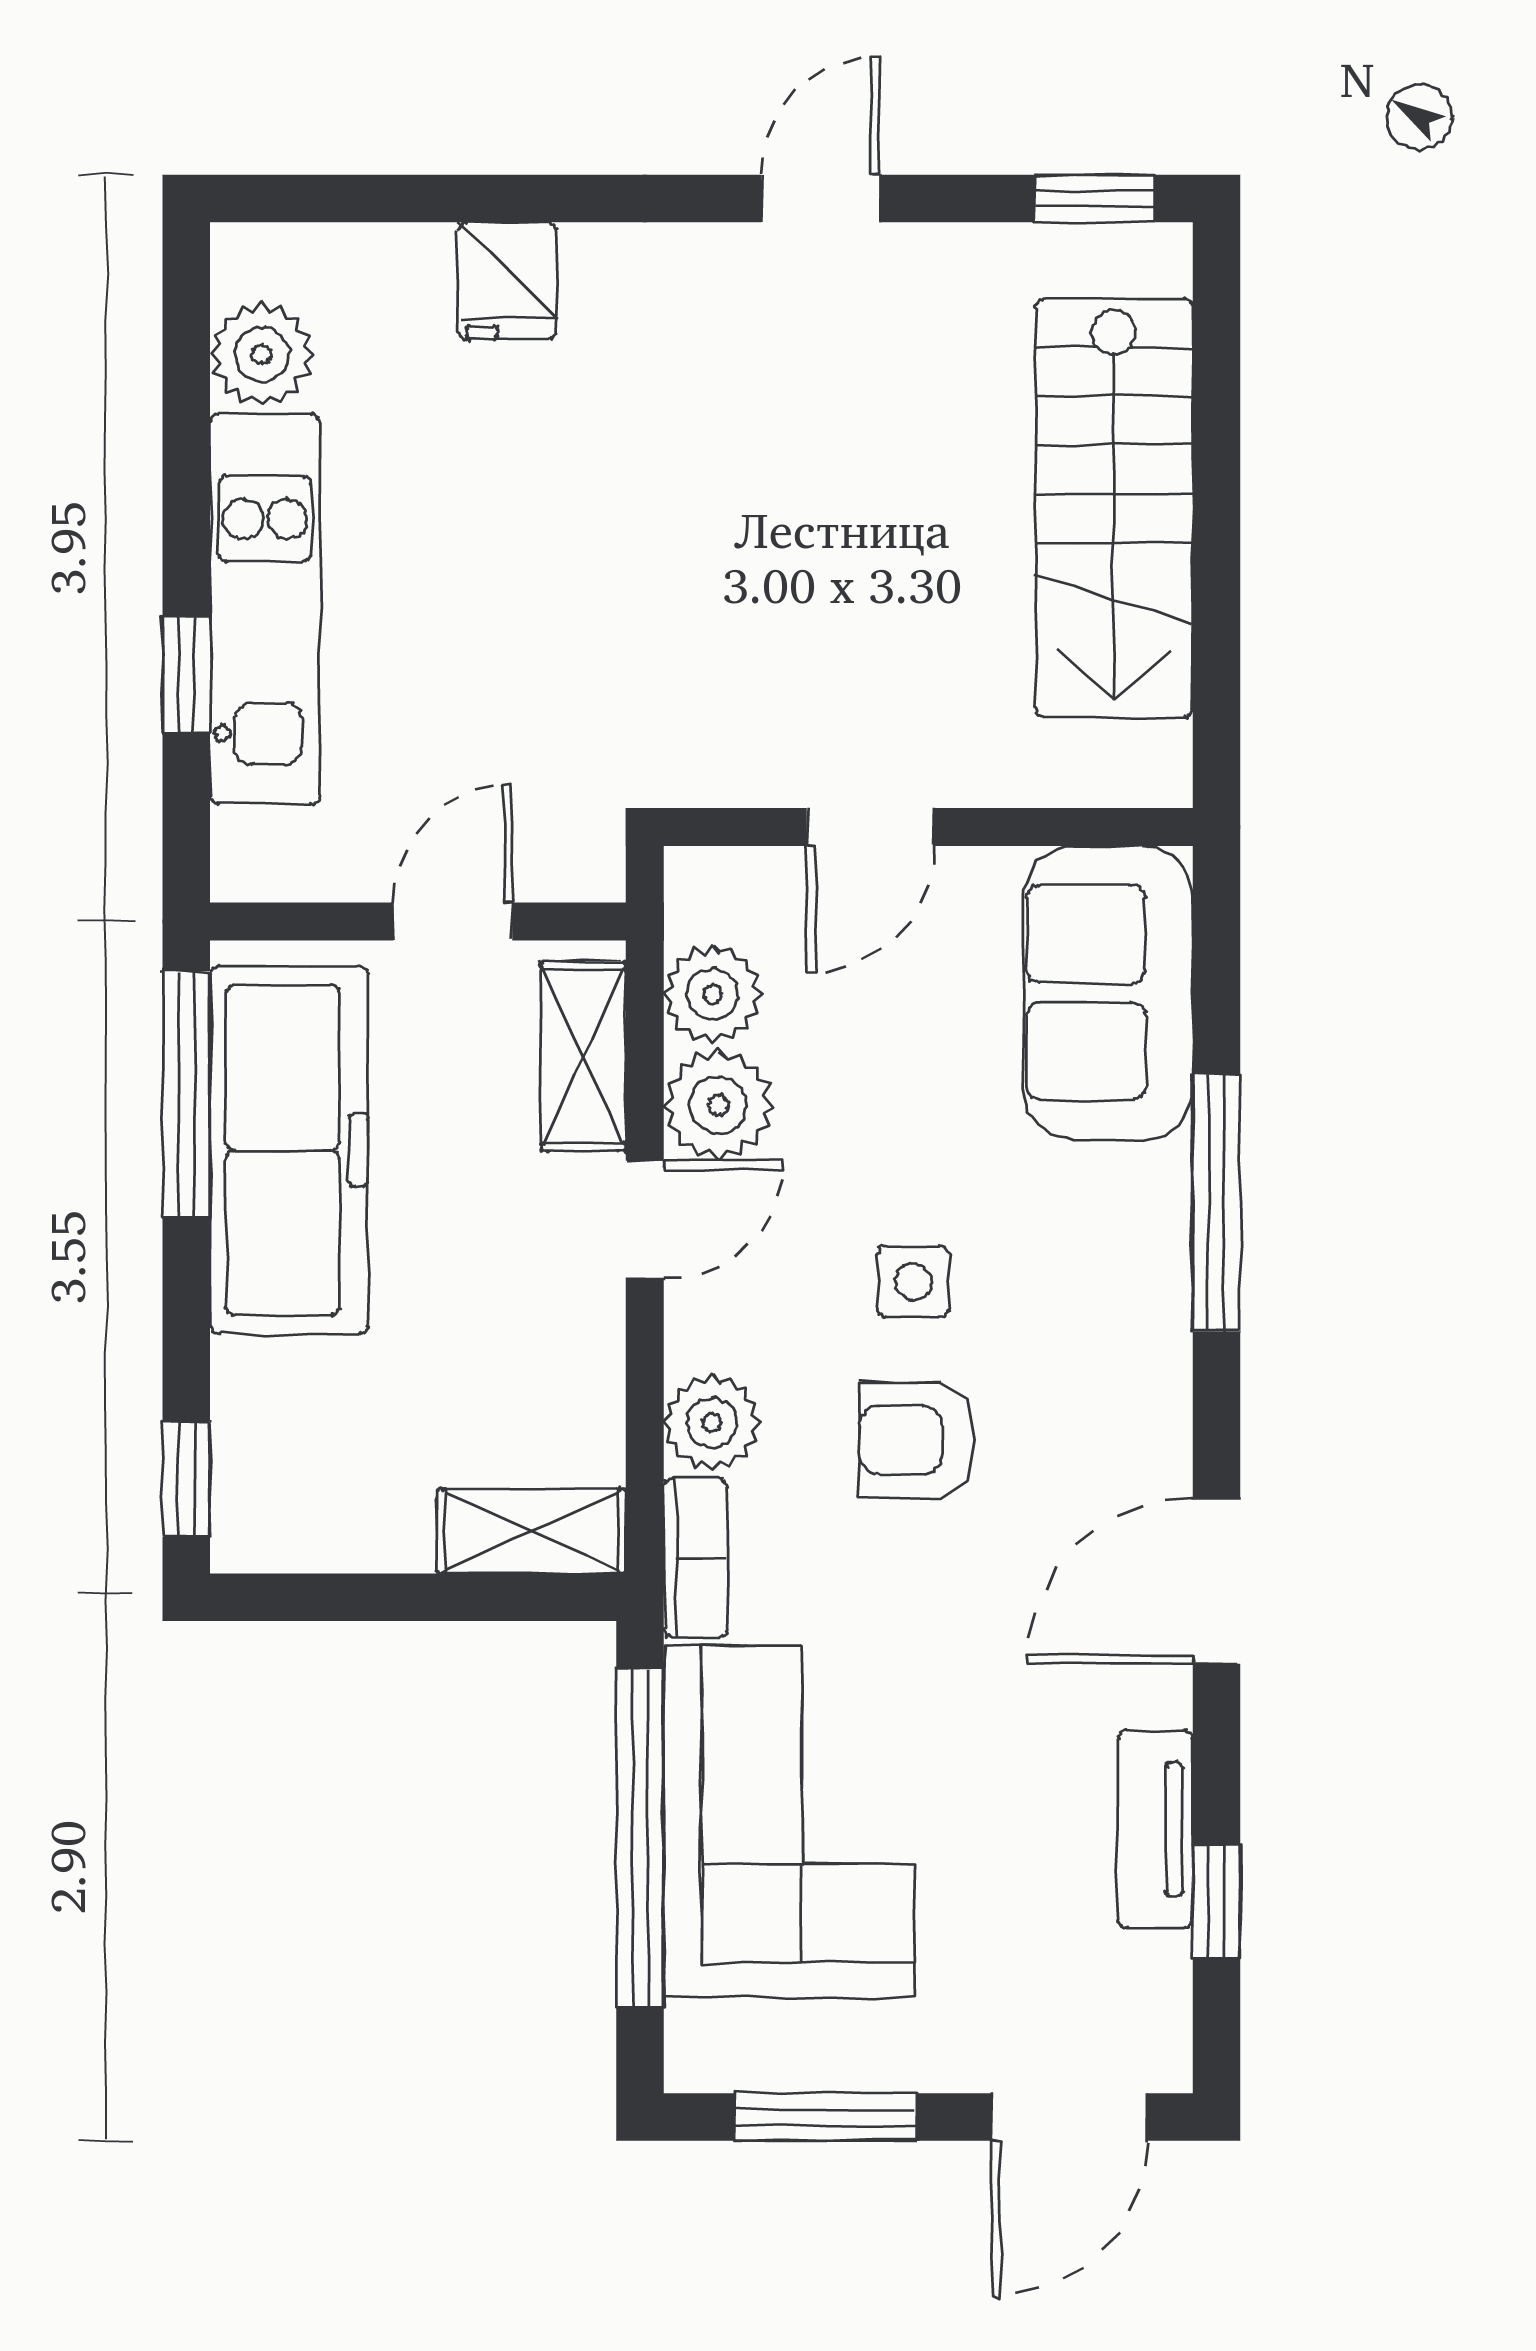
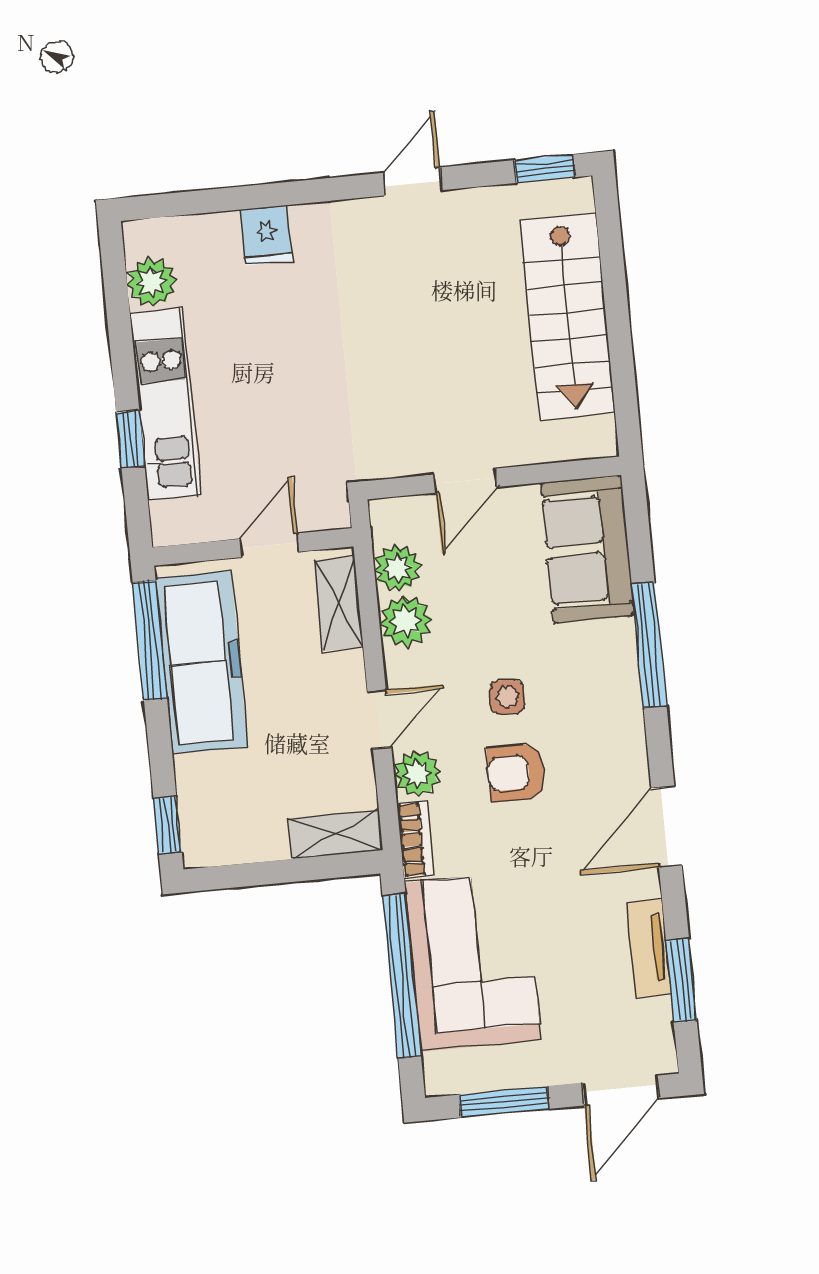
door: (645, 1220) -> (379, 719), moved
window: (1216, 1901) -> (681, 980), width x1.50

